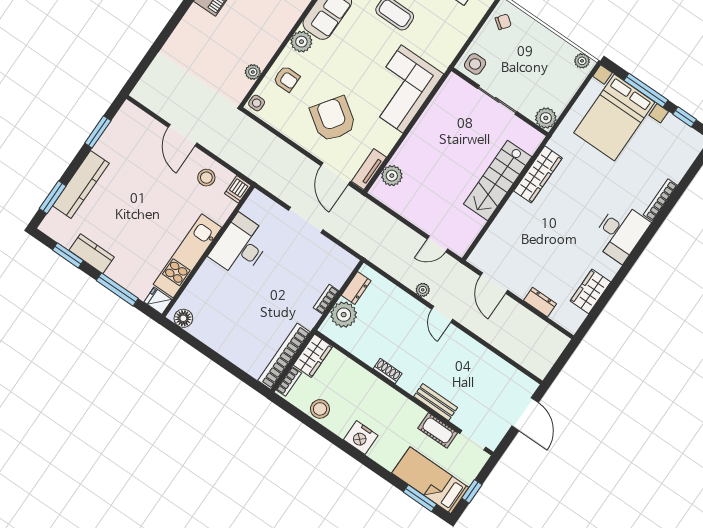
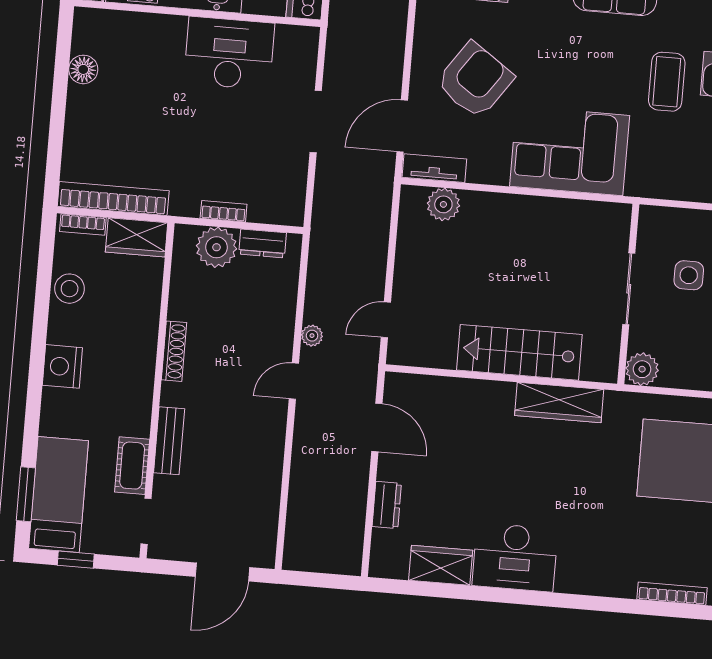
side table: (475, 64) -> (689, 275), moved
bookcase: (660, 200) -> (672, 594), moved
desk: (620, 232) -> (515, 557), moved
door: (437, 244) -> (386, 320), hinge flipped
door: (494, 283) -> (377, 427), swing flipped
floor lamp: (183, 318) -> (83, 69), moved
shoe rack: (388, 371) -> (174, 351), width x1.43

